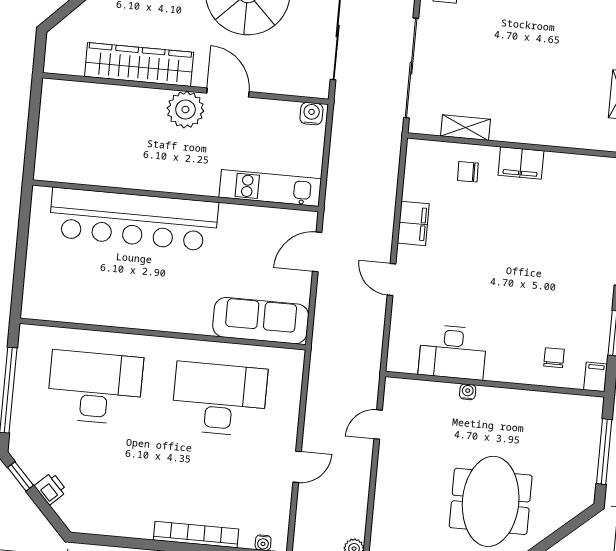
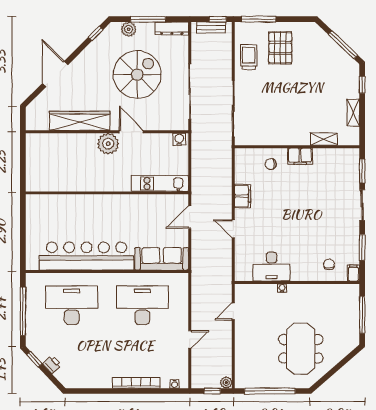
shelving: (465, 128) -> (324, 139), moved
bar counter: (134, 219) -> (87, 256), moved, turned 180

